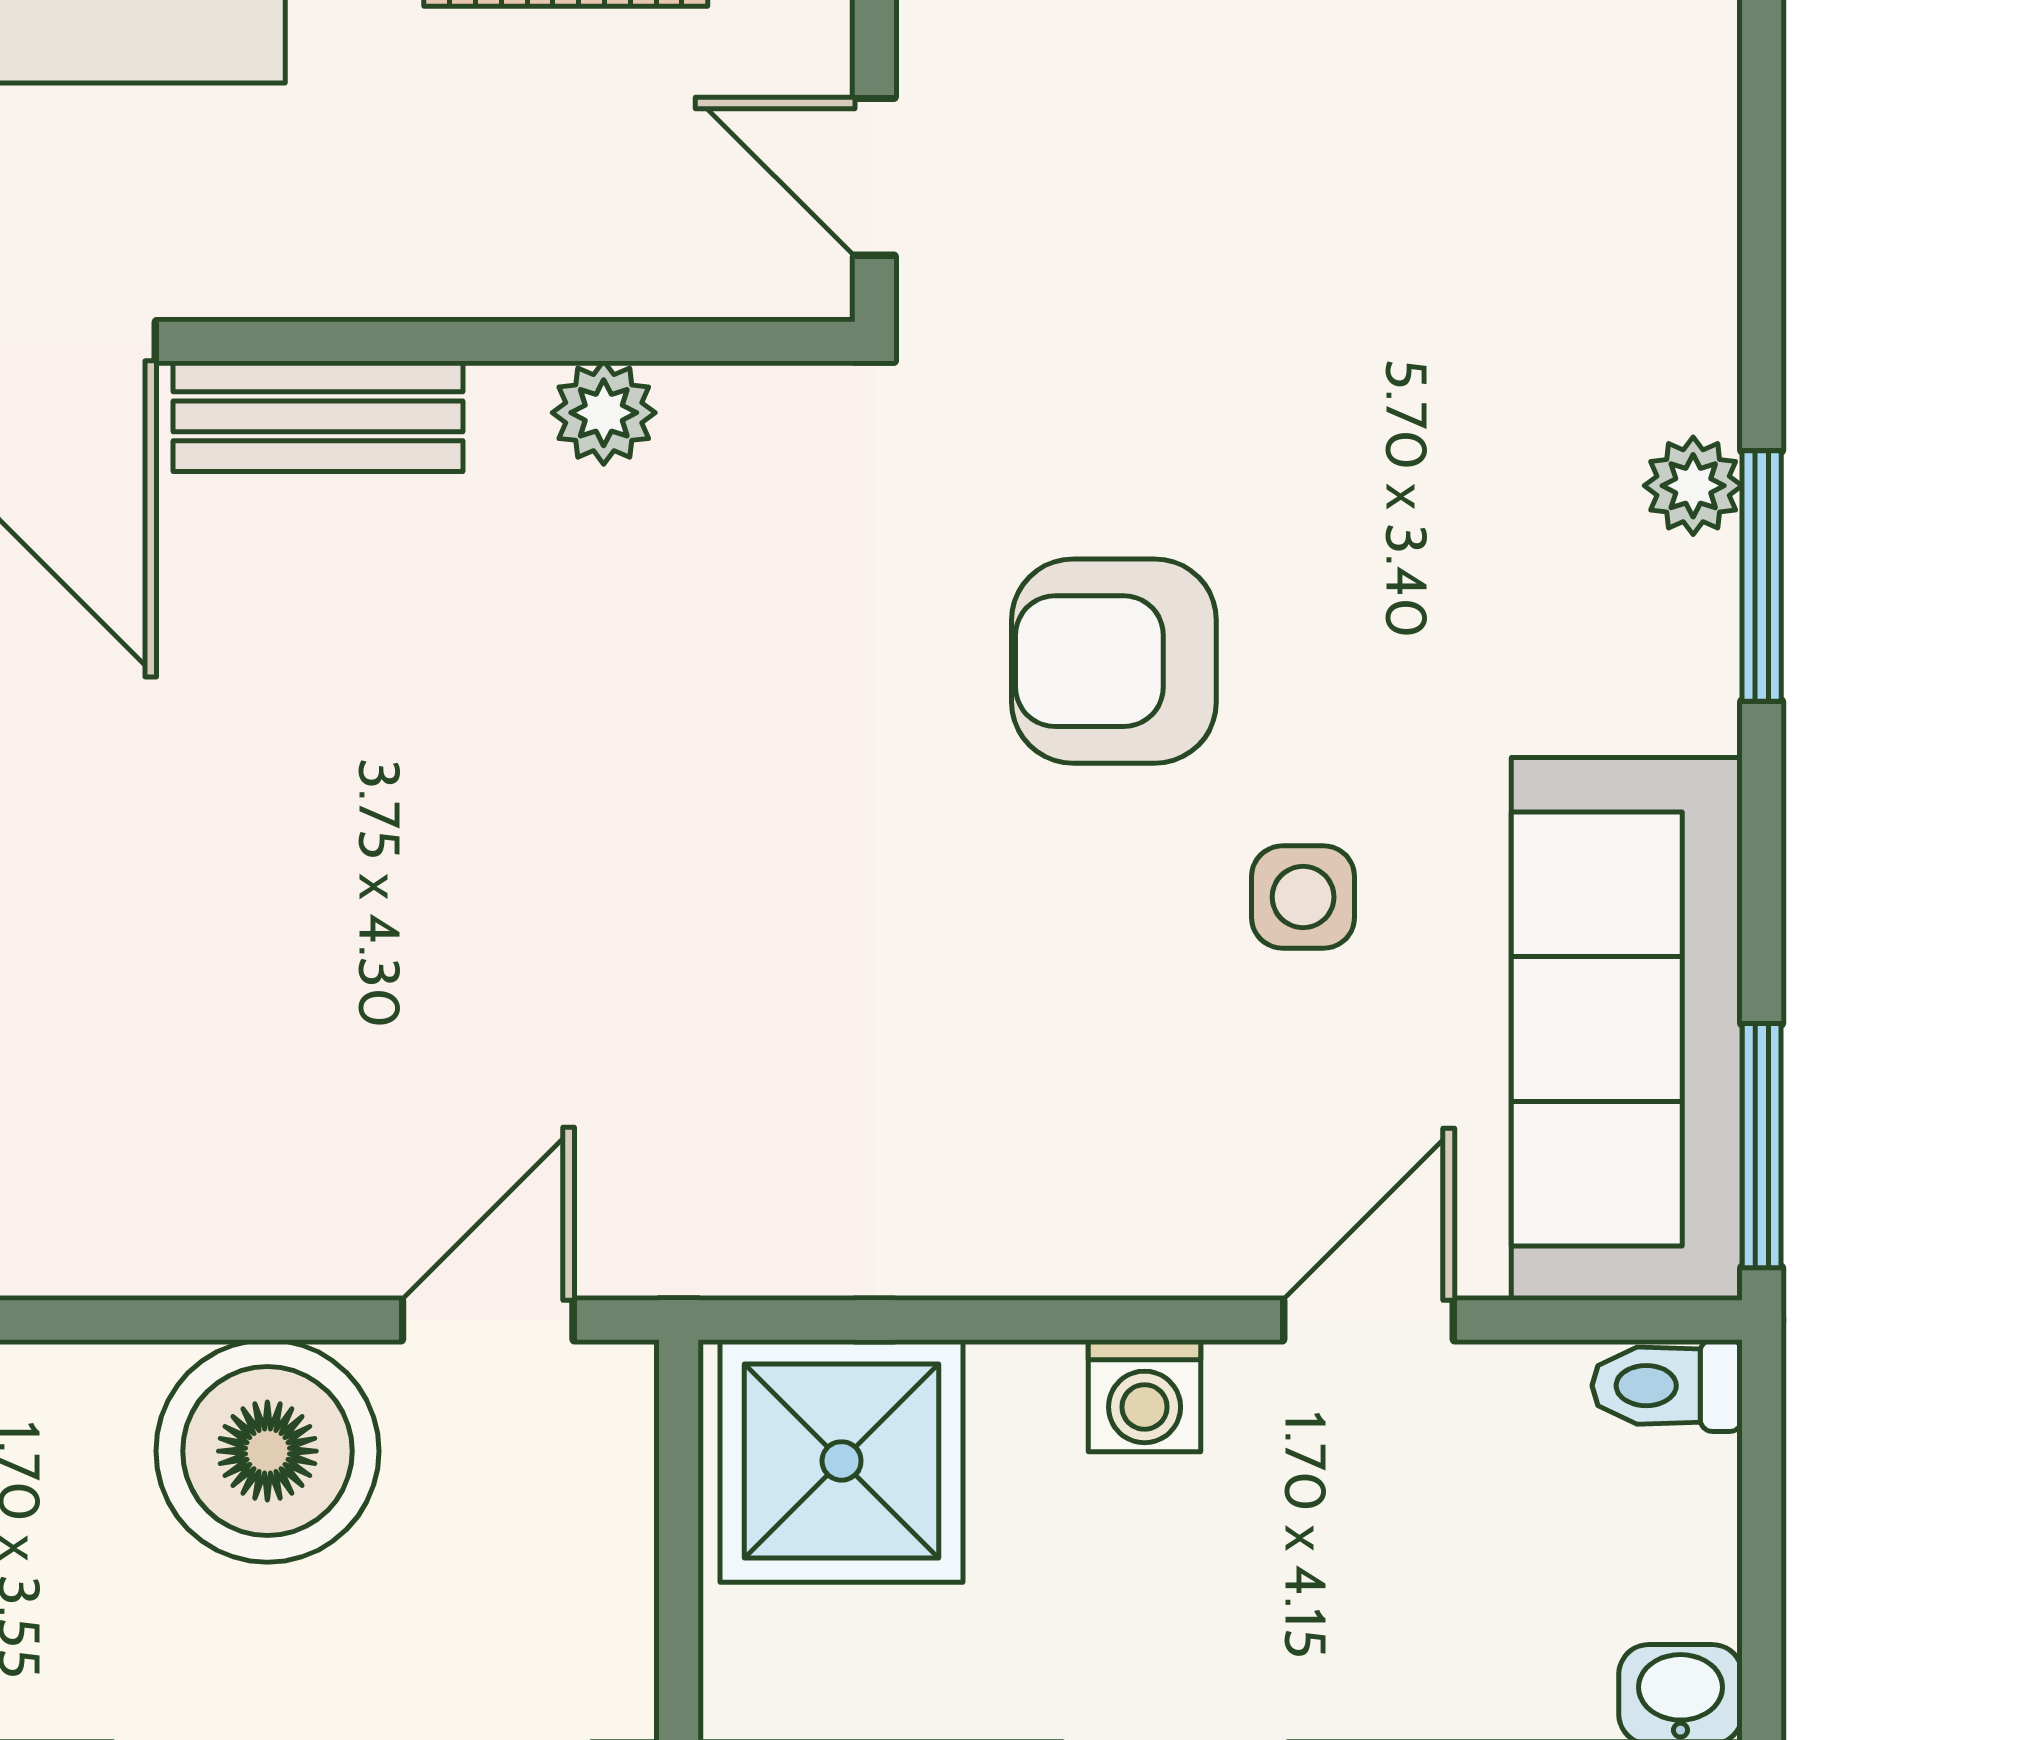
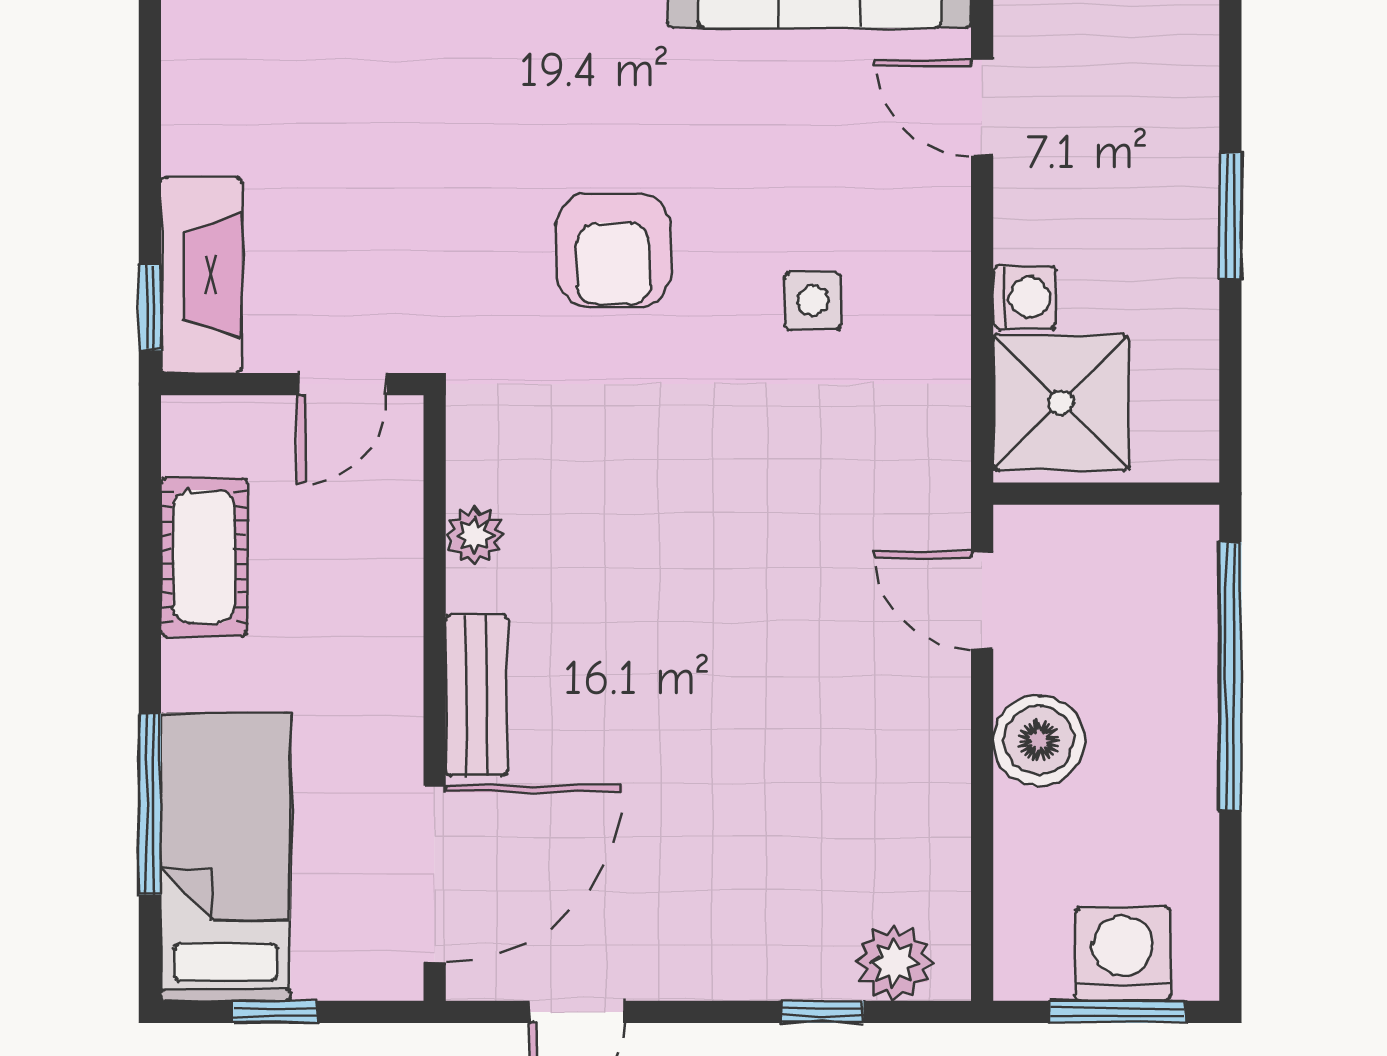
side table: (1303, 897) -> (813, 301), moved
washing machine: (1145, 1396) -> (1025, 297), moved
boiler: (267, 1451) -> (1039, 740), width x0.73, depth x0.73

